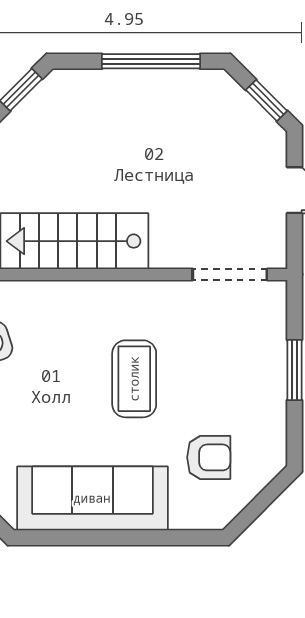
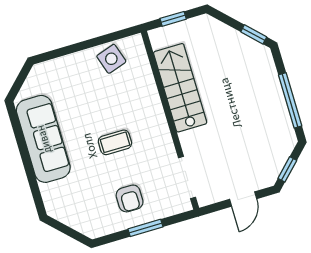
coffee table: (134, 379) -> (115, 142), width x0.73, depth x0.77
armchair: (209, 457) -> (130, 198), moved

